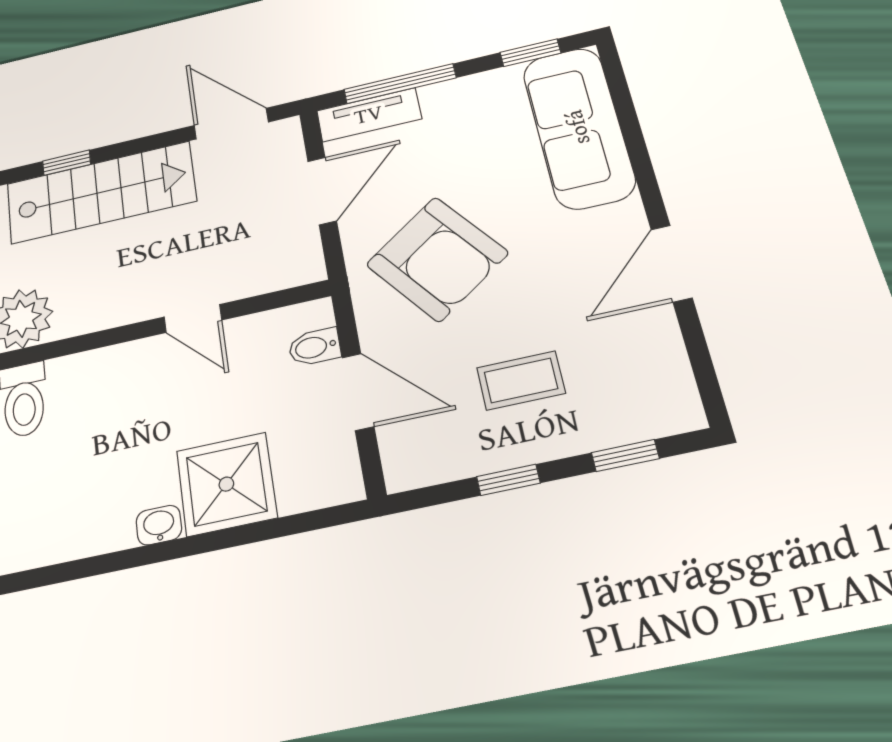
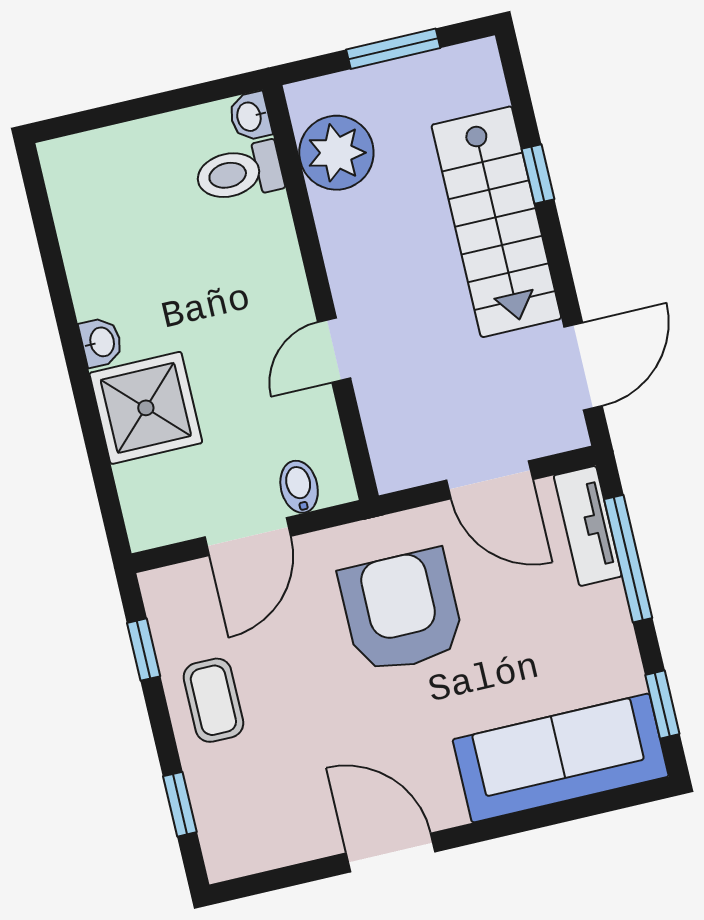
armchair: (437, 259) -> (402, 611), turned 126
coffee table: (521, 380) -> (213, 700), moved
window: (508, 480) -> (144, 650), moved

